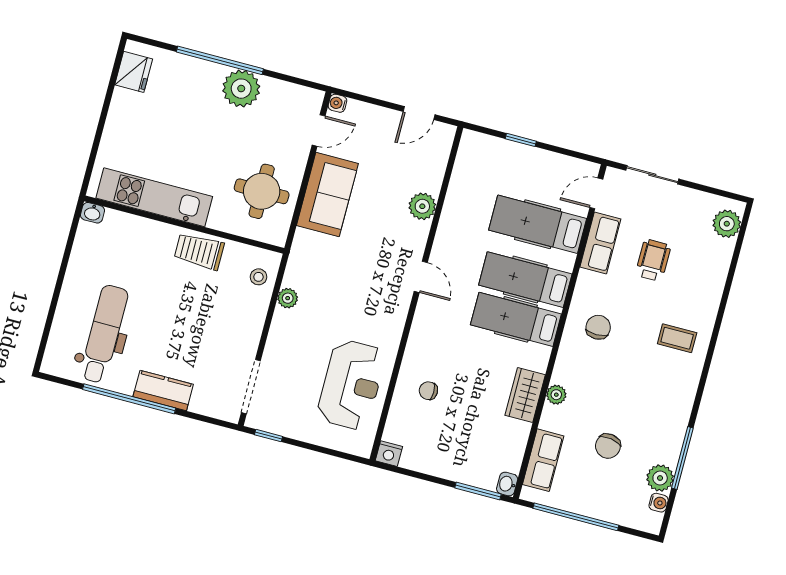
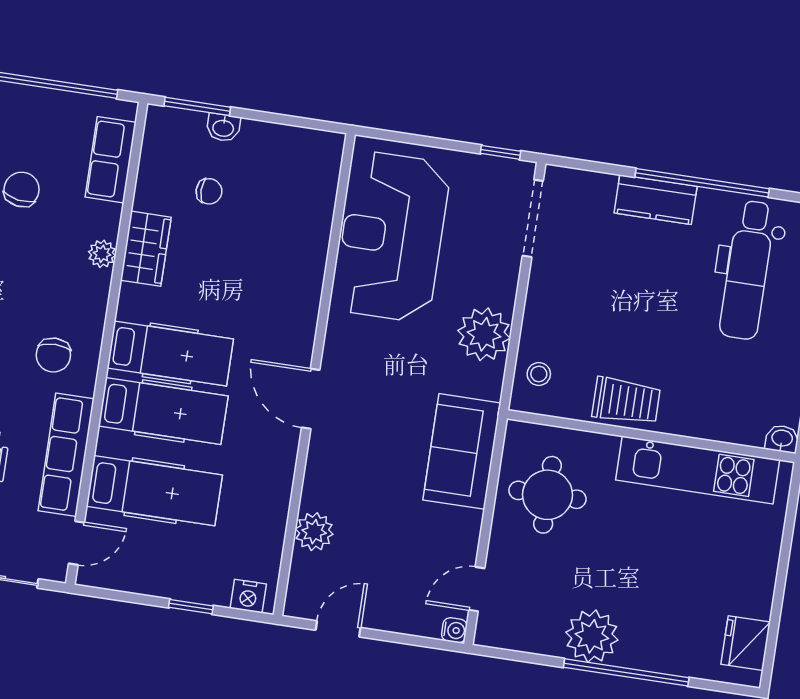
sofa: (327, 194) -> (462, 451), moved
plant: (422, 206) -> (314, 532), moved
row of seats: (600, 243) -> (66, 455), width x1.48
door: (421, 277) -> (311, 399), width x1.38
plant: (288, 298) -> (484, 334), width x1.87, depth x1.87
reception desk: (351, 385) -> (392, 237), width x1.36, depth x1.30
chair: (428, 391) -> (209, 191), moved
nightstand: (389, 454) -> (248, 596), moved, turned 180
washbasin: (507, 484) -> (223, 128), moved, turned 90

